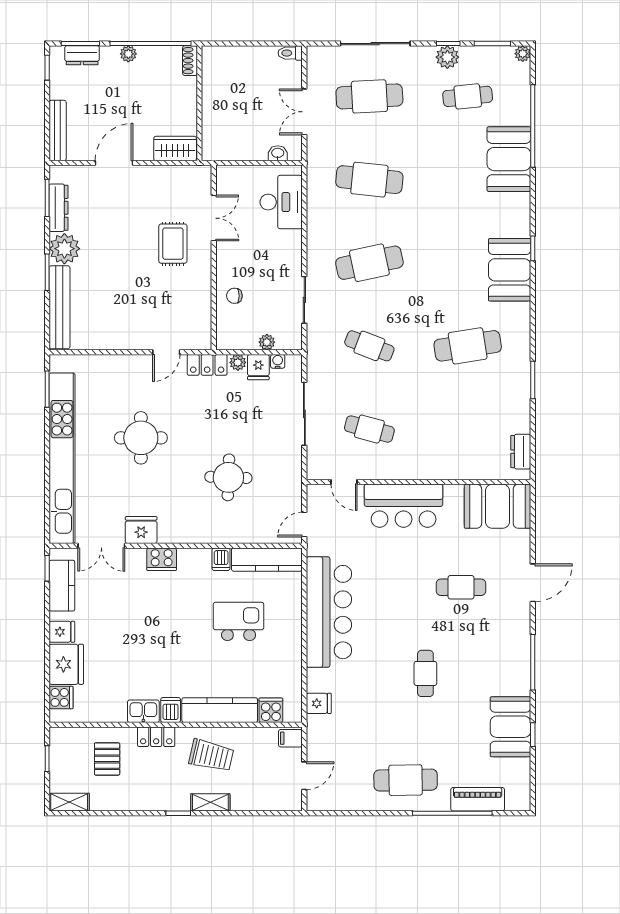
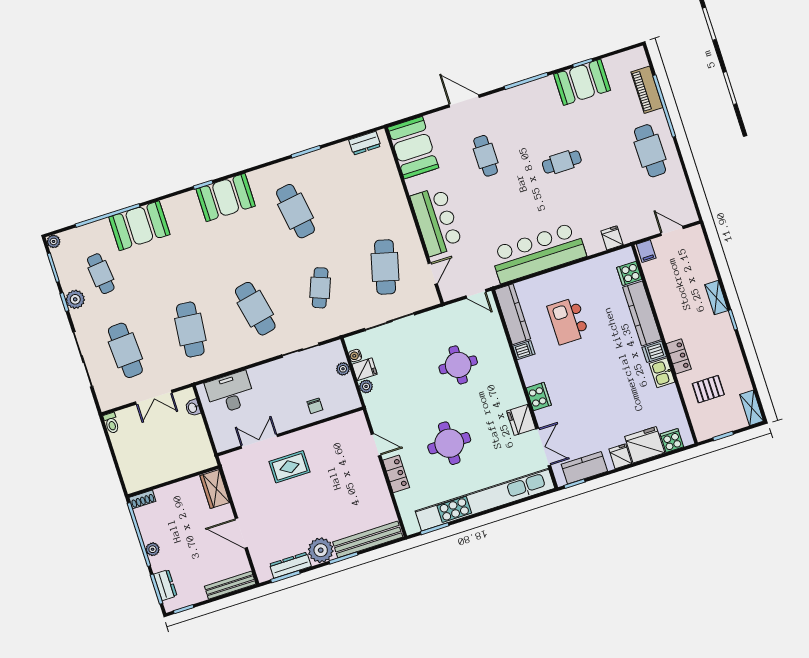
locker: (207, 365) -> (396, 474), moved
cafe table: (369, 429) -> (385, 267), width x1.37, depth x1.35
trolley: (211, 755) -> (680, 309), removed

